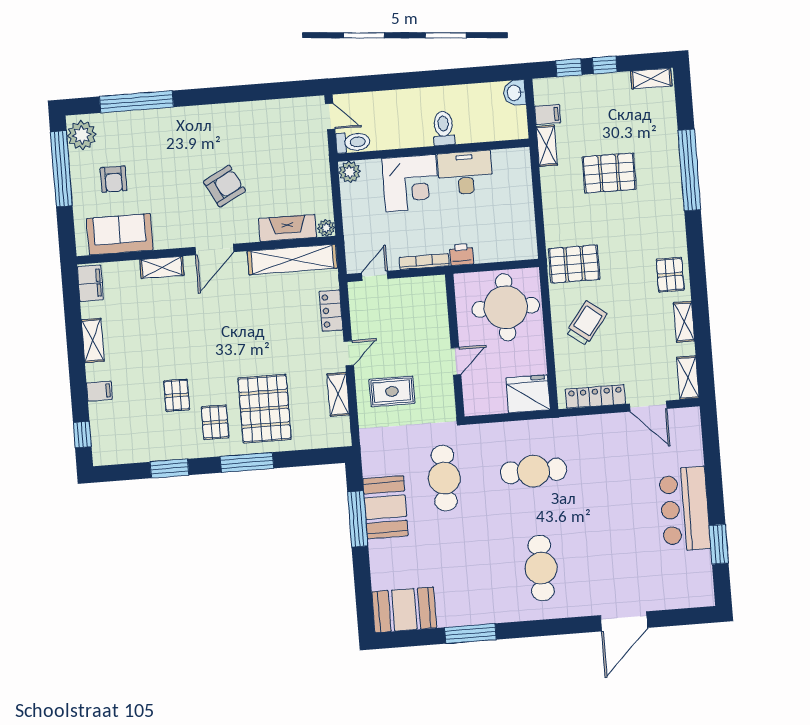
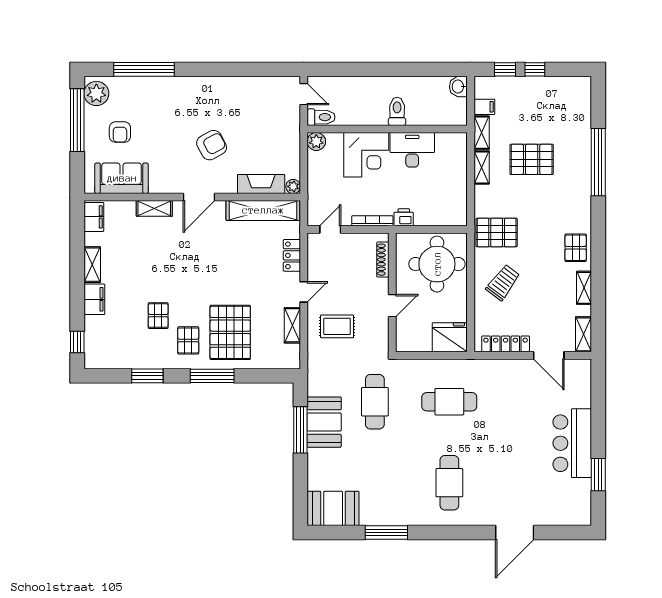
shelving: (651, 79) -> (482, 168), moved, turned 90
shoe rack: (441, 307) -> (383, 260), added
filing cabinet: (99, 391) -> (94, 299), width x2.00

